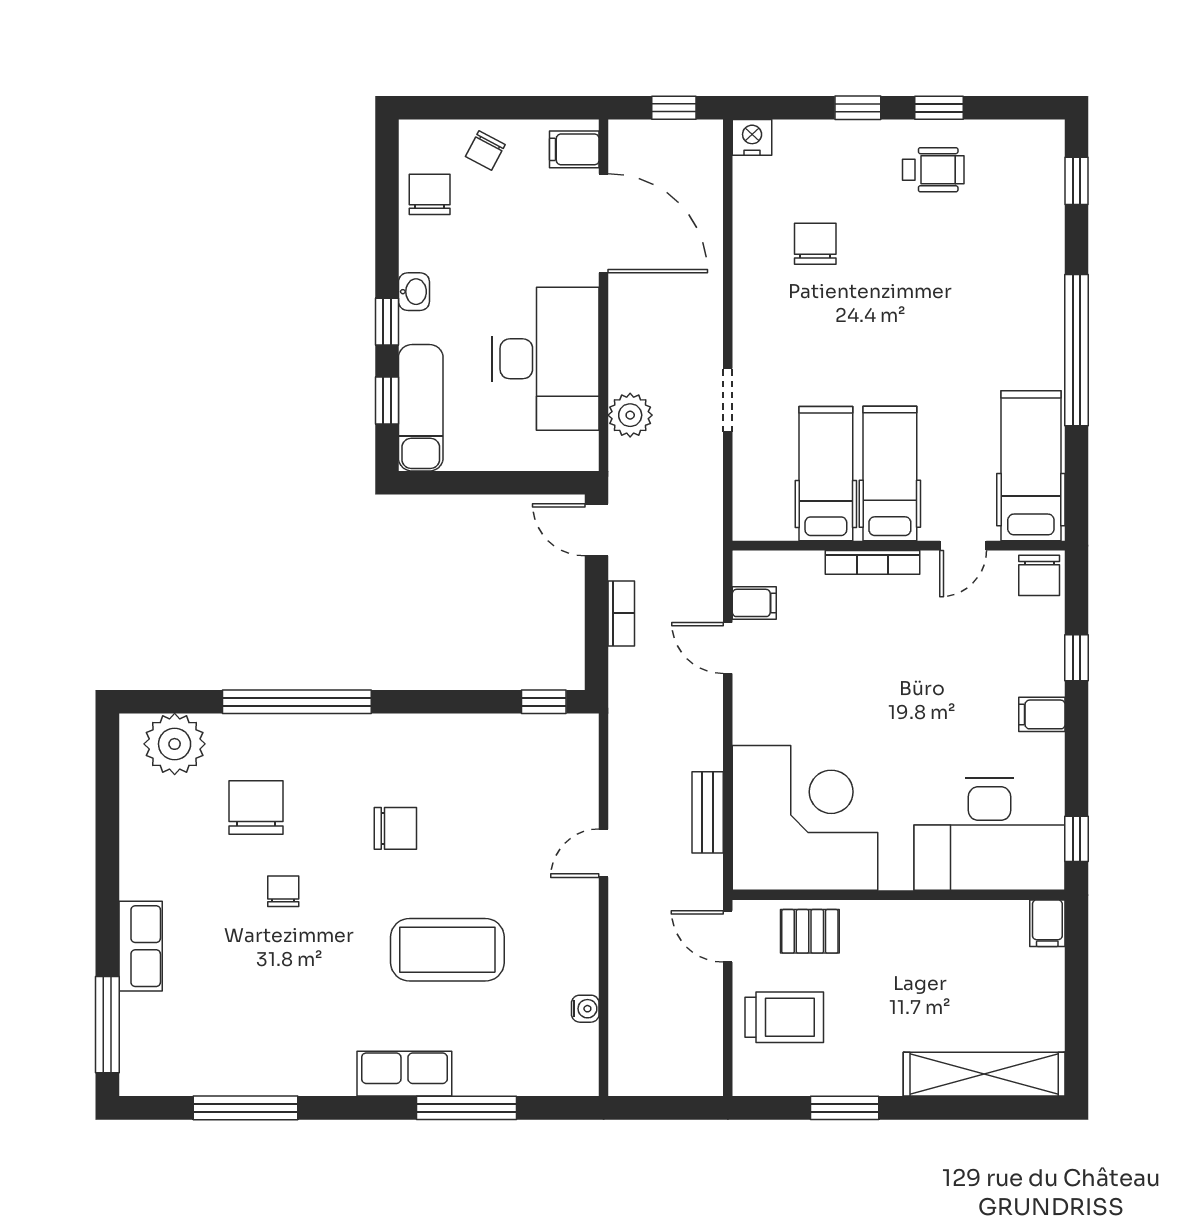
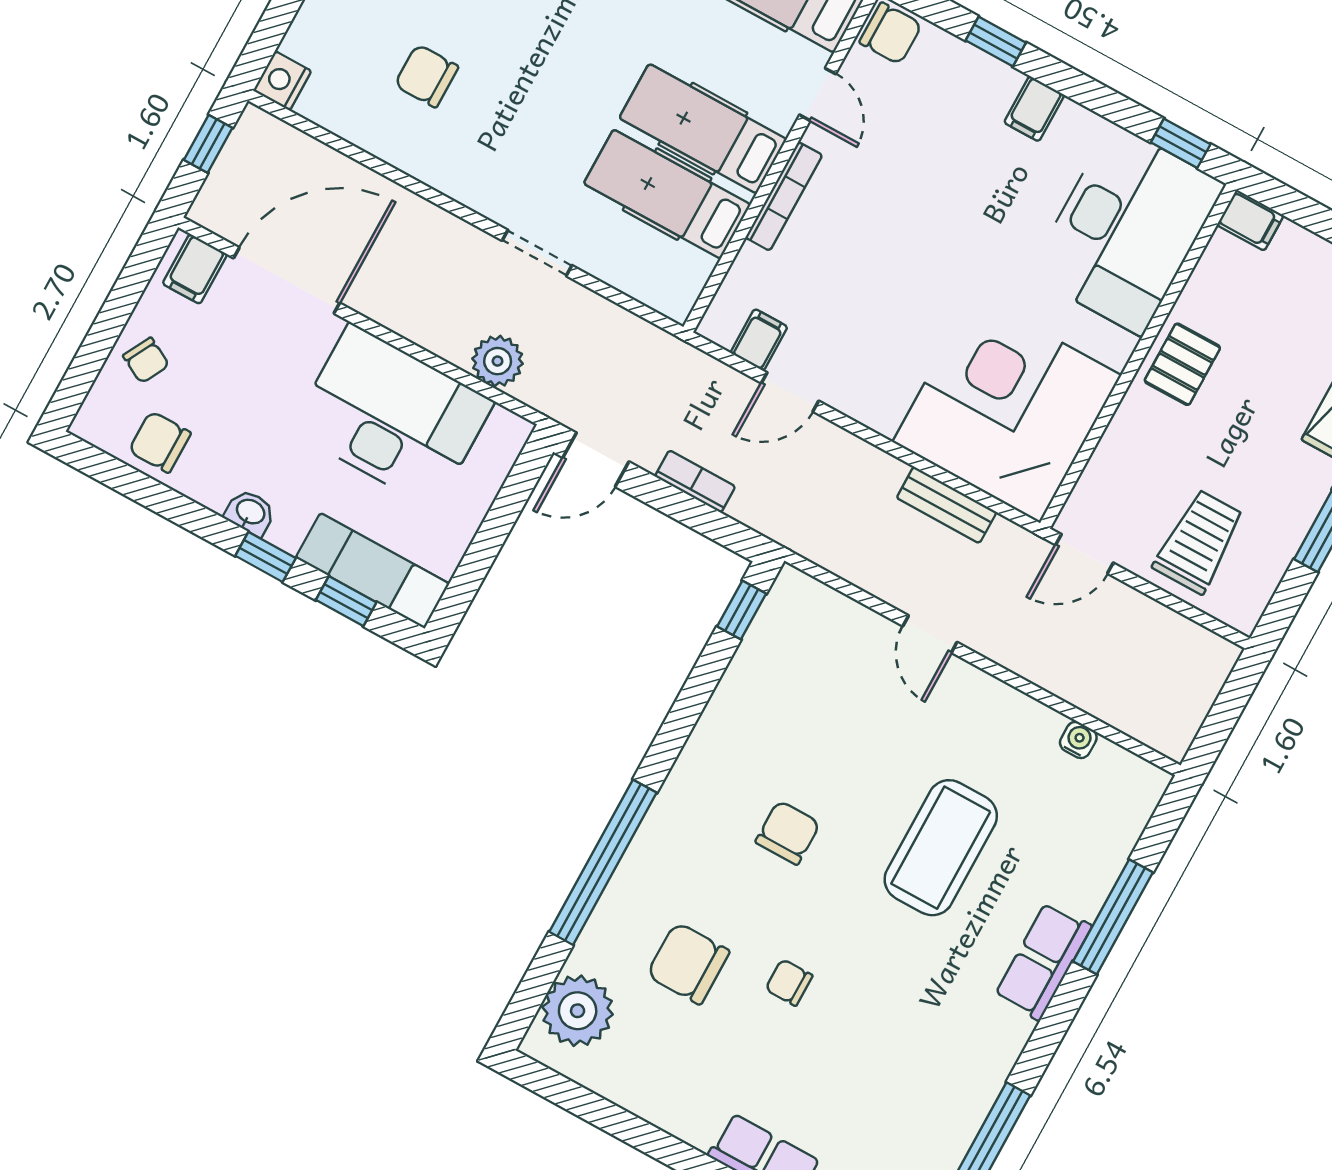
pallet: (810, 931) -> (1182, 364), moved

